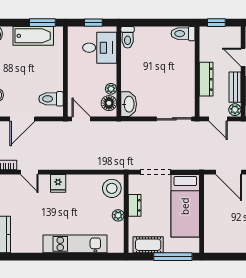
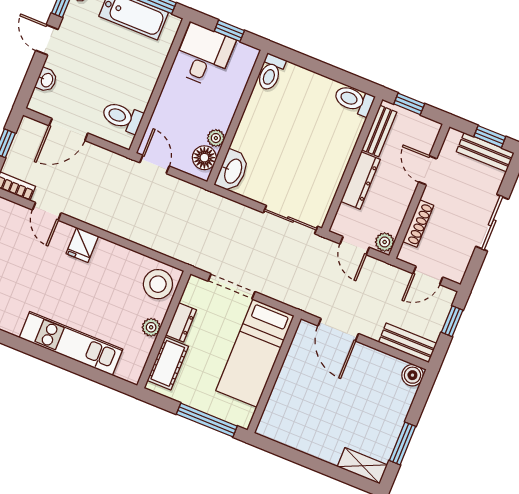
desk: (100, 48) -> (204, 55), moved, turned -90
bench: (235, 87) -> (379, 131), moved
cot: (148, 245) -> (168, 363), moved, turned 90

